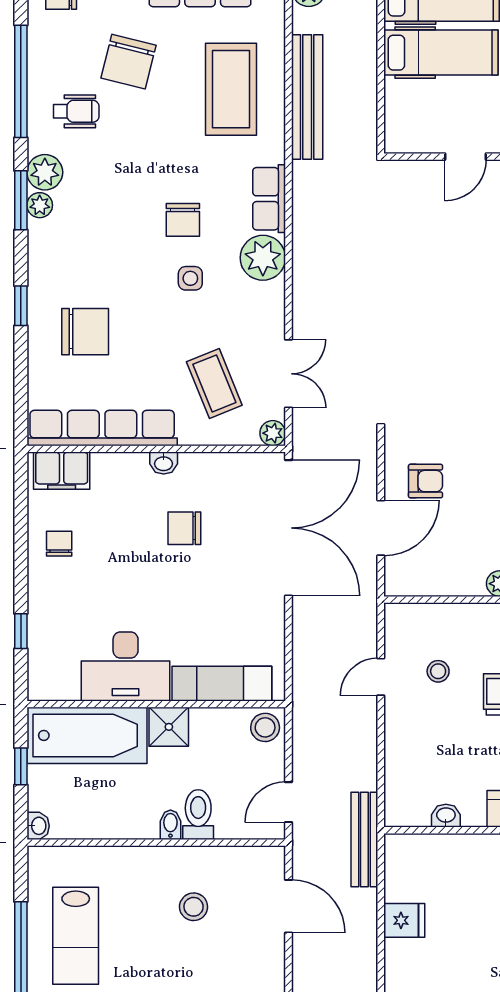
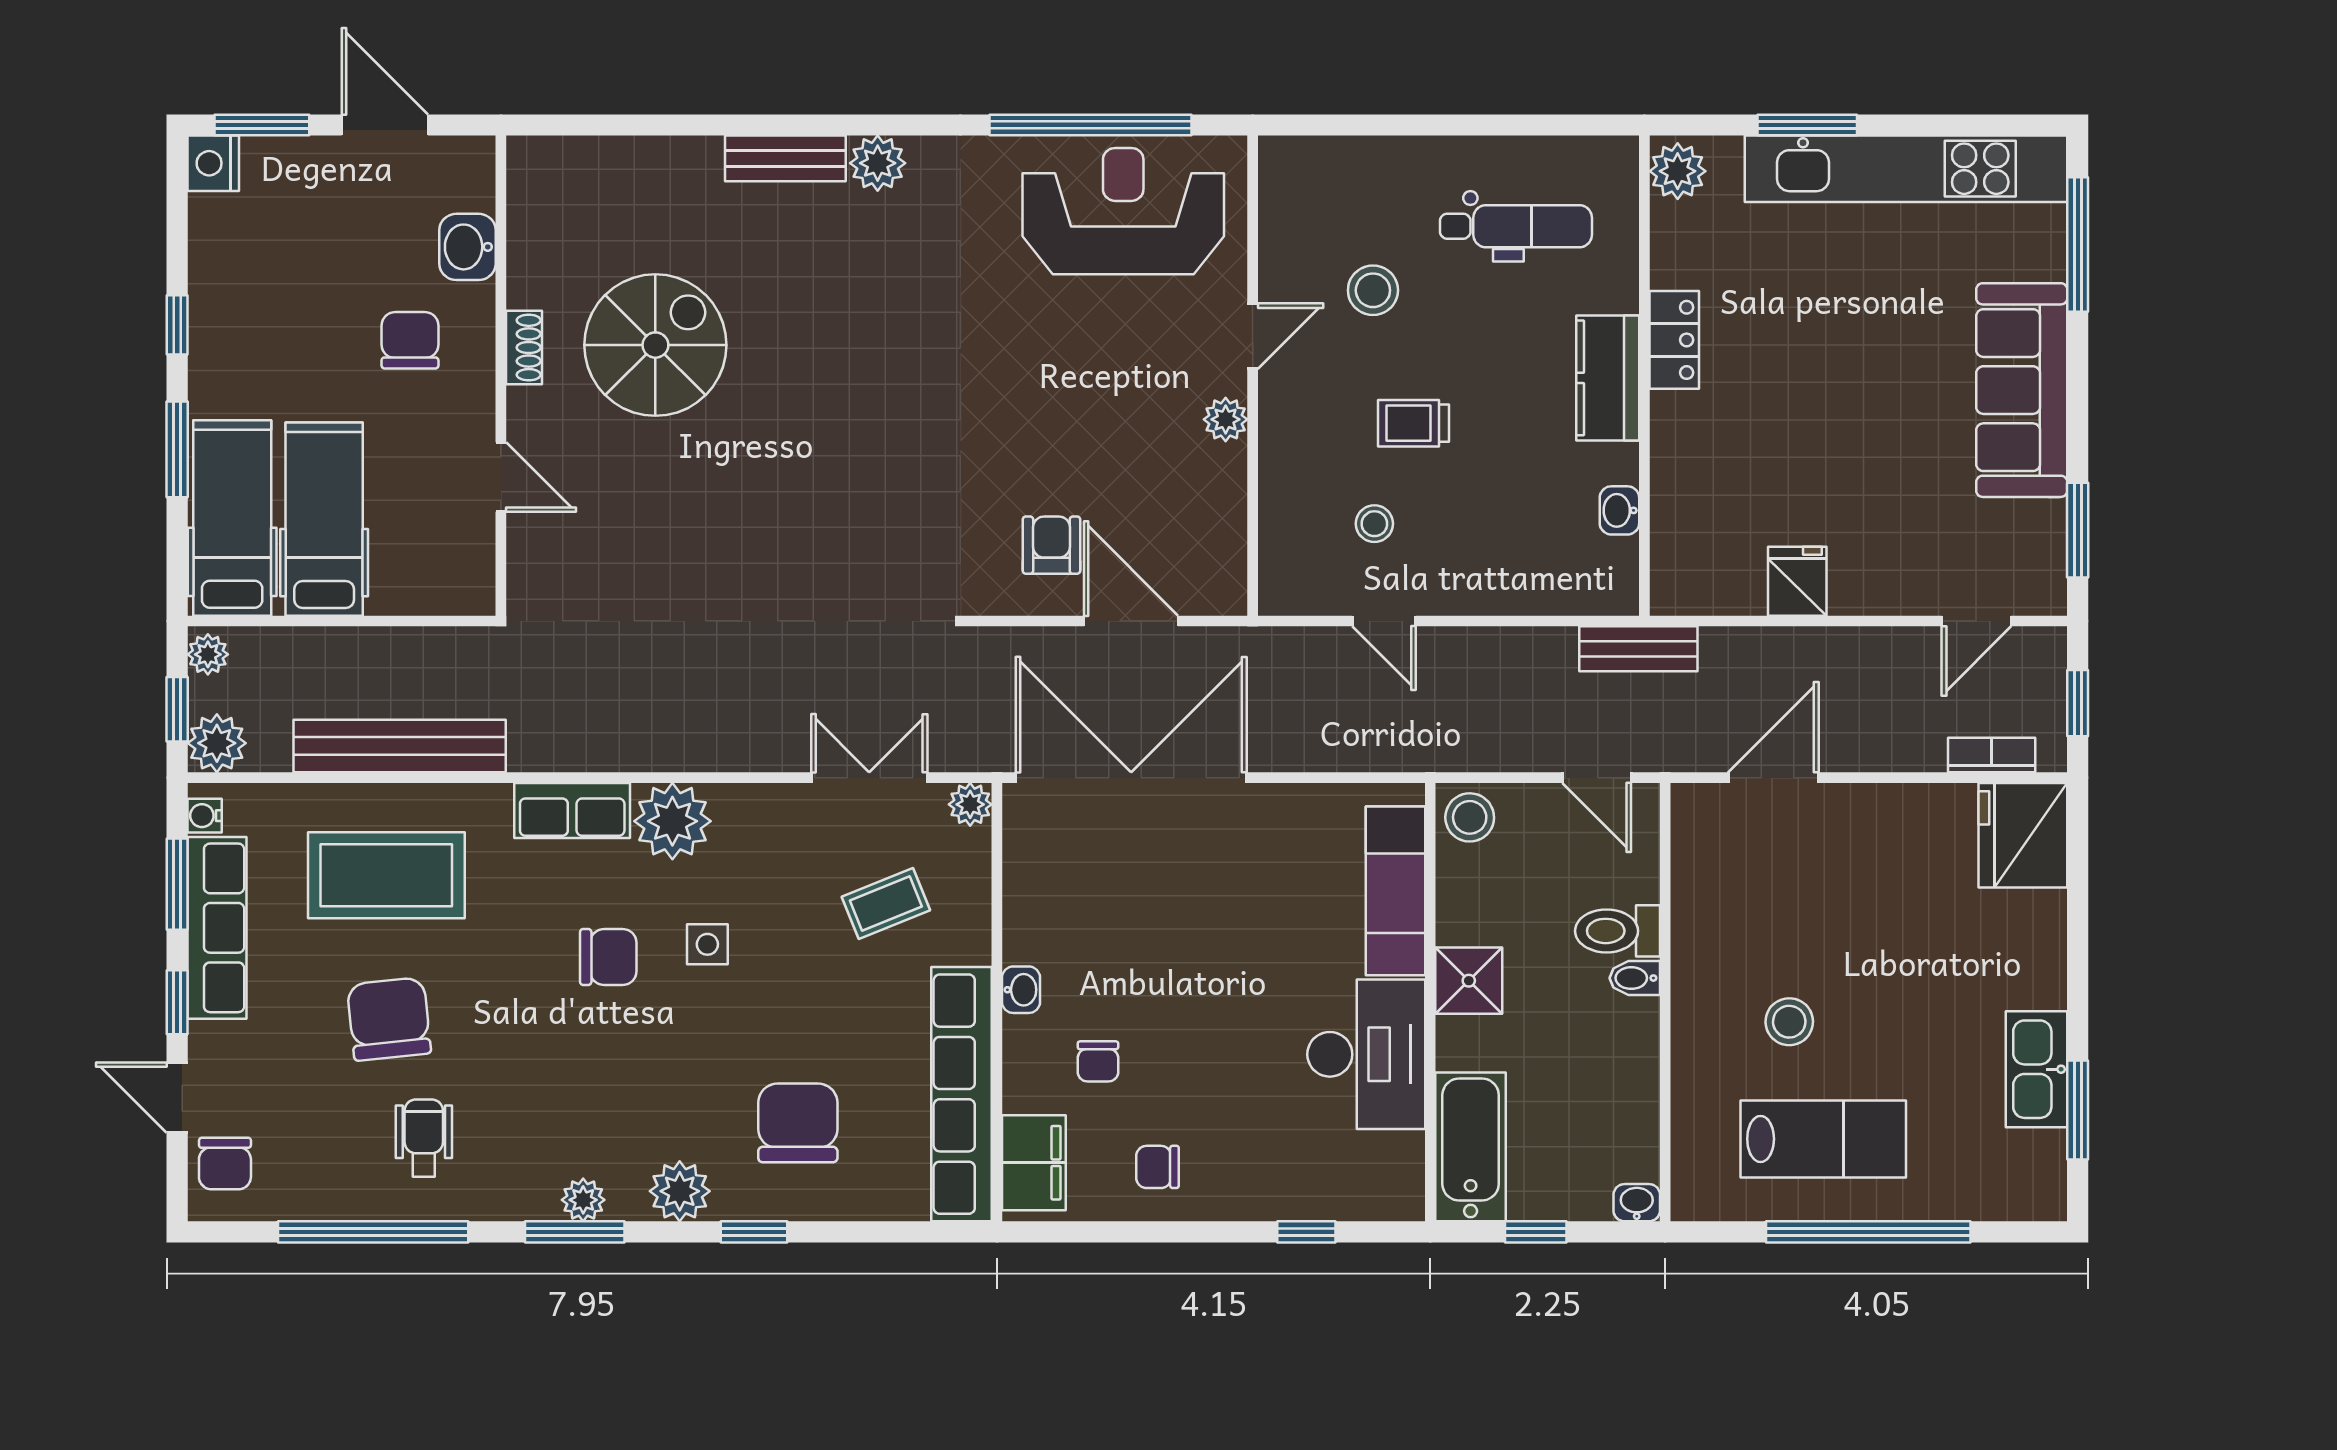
chair: (129, 62) -> (389, 1019), moved, turned -110
plant: (45, 172) -> (680, 1191), moved
coffee table: (214, 383) -> (886, 904), width x0.73, depth x0.77
chair: (184, 528) -> (1098, 1061), moved, width x0.73, depth x0.73
bathtub: (87, 735) -> (1471, 1147), width x0.73, depth x0.73
bench: (364, 839) -> (1638, 649), width x0.73
stool: (194, 907) -> (1789, 1022), moved

